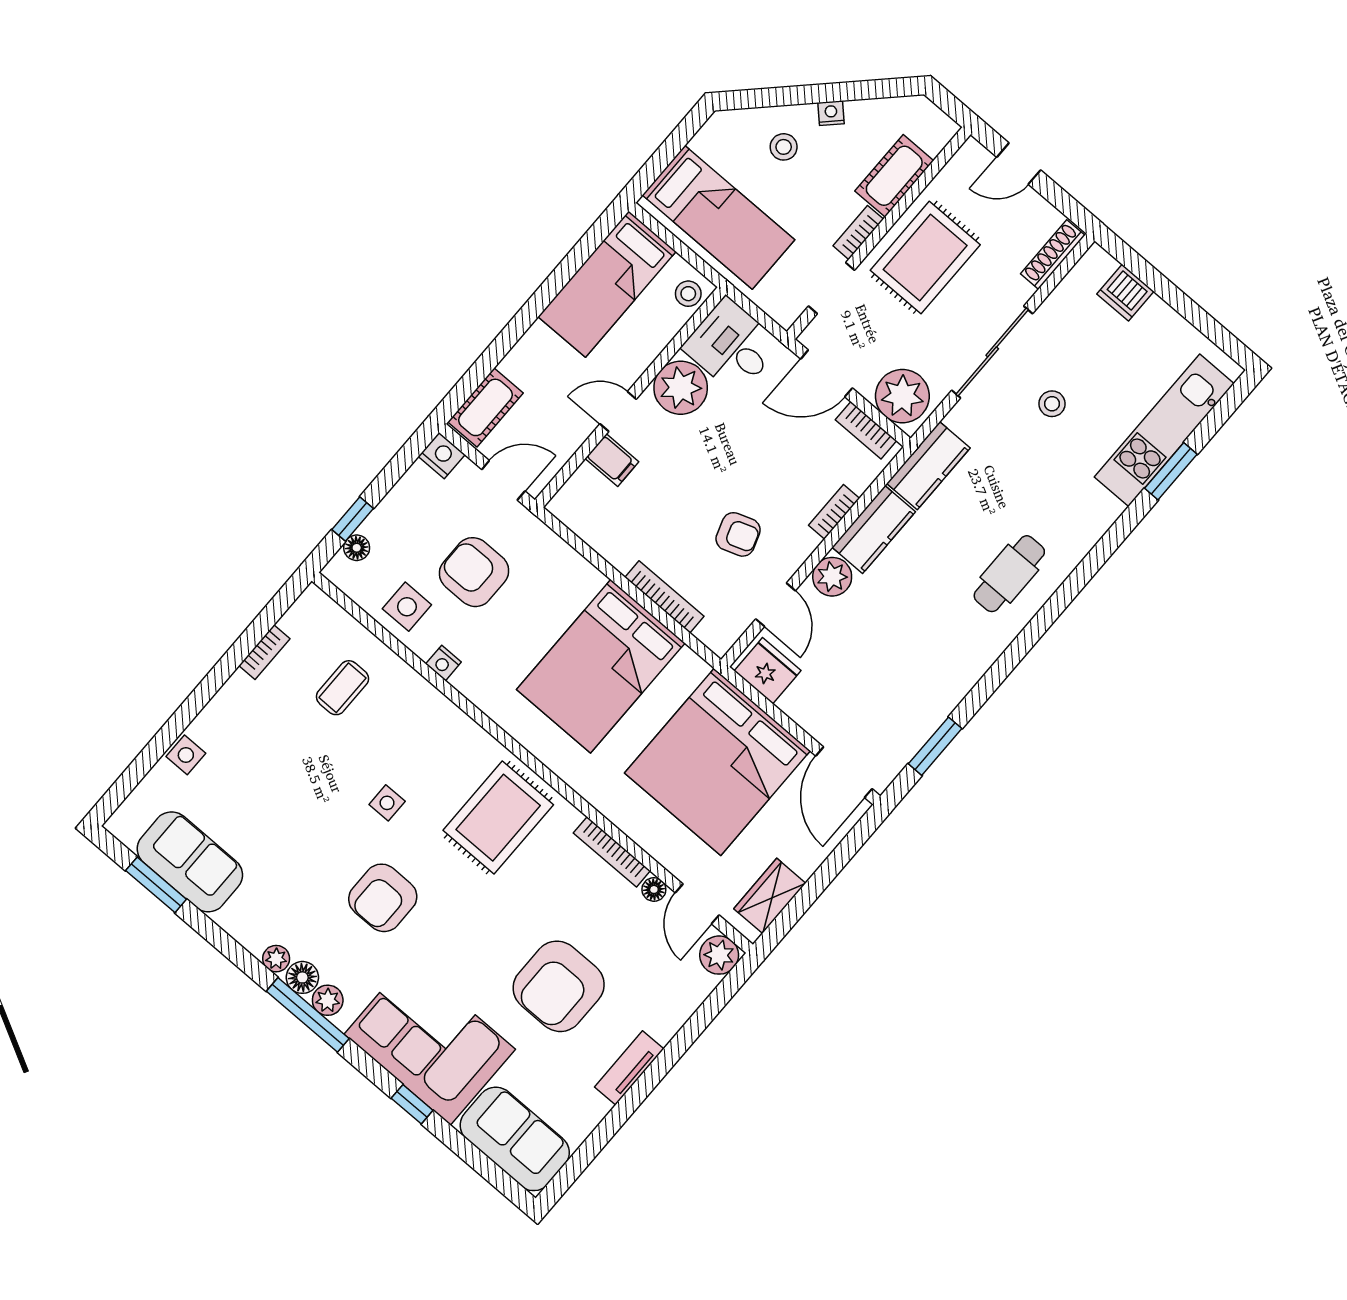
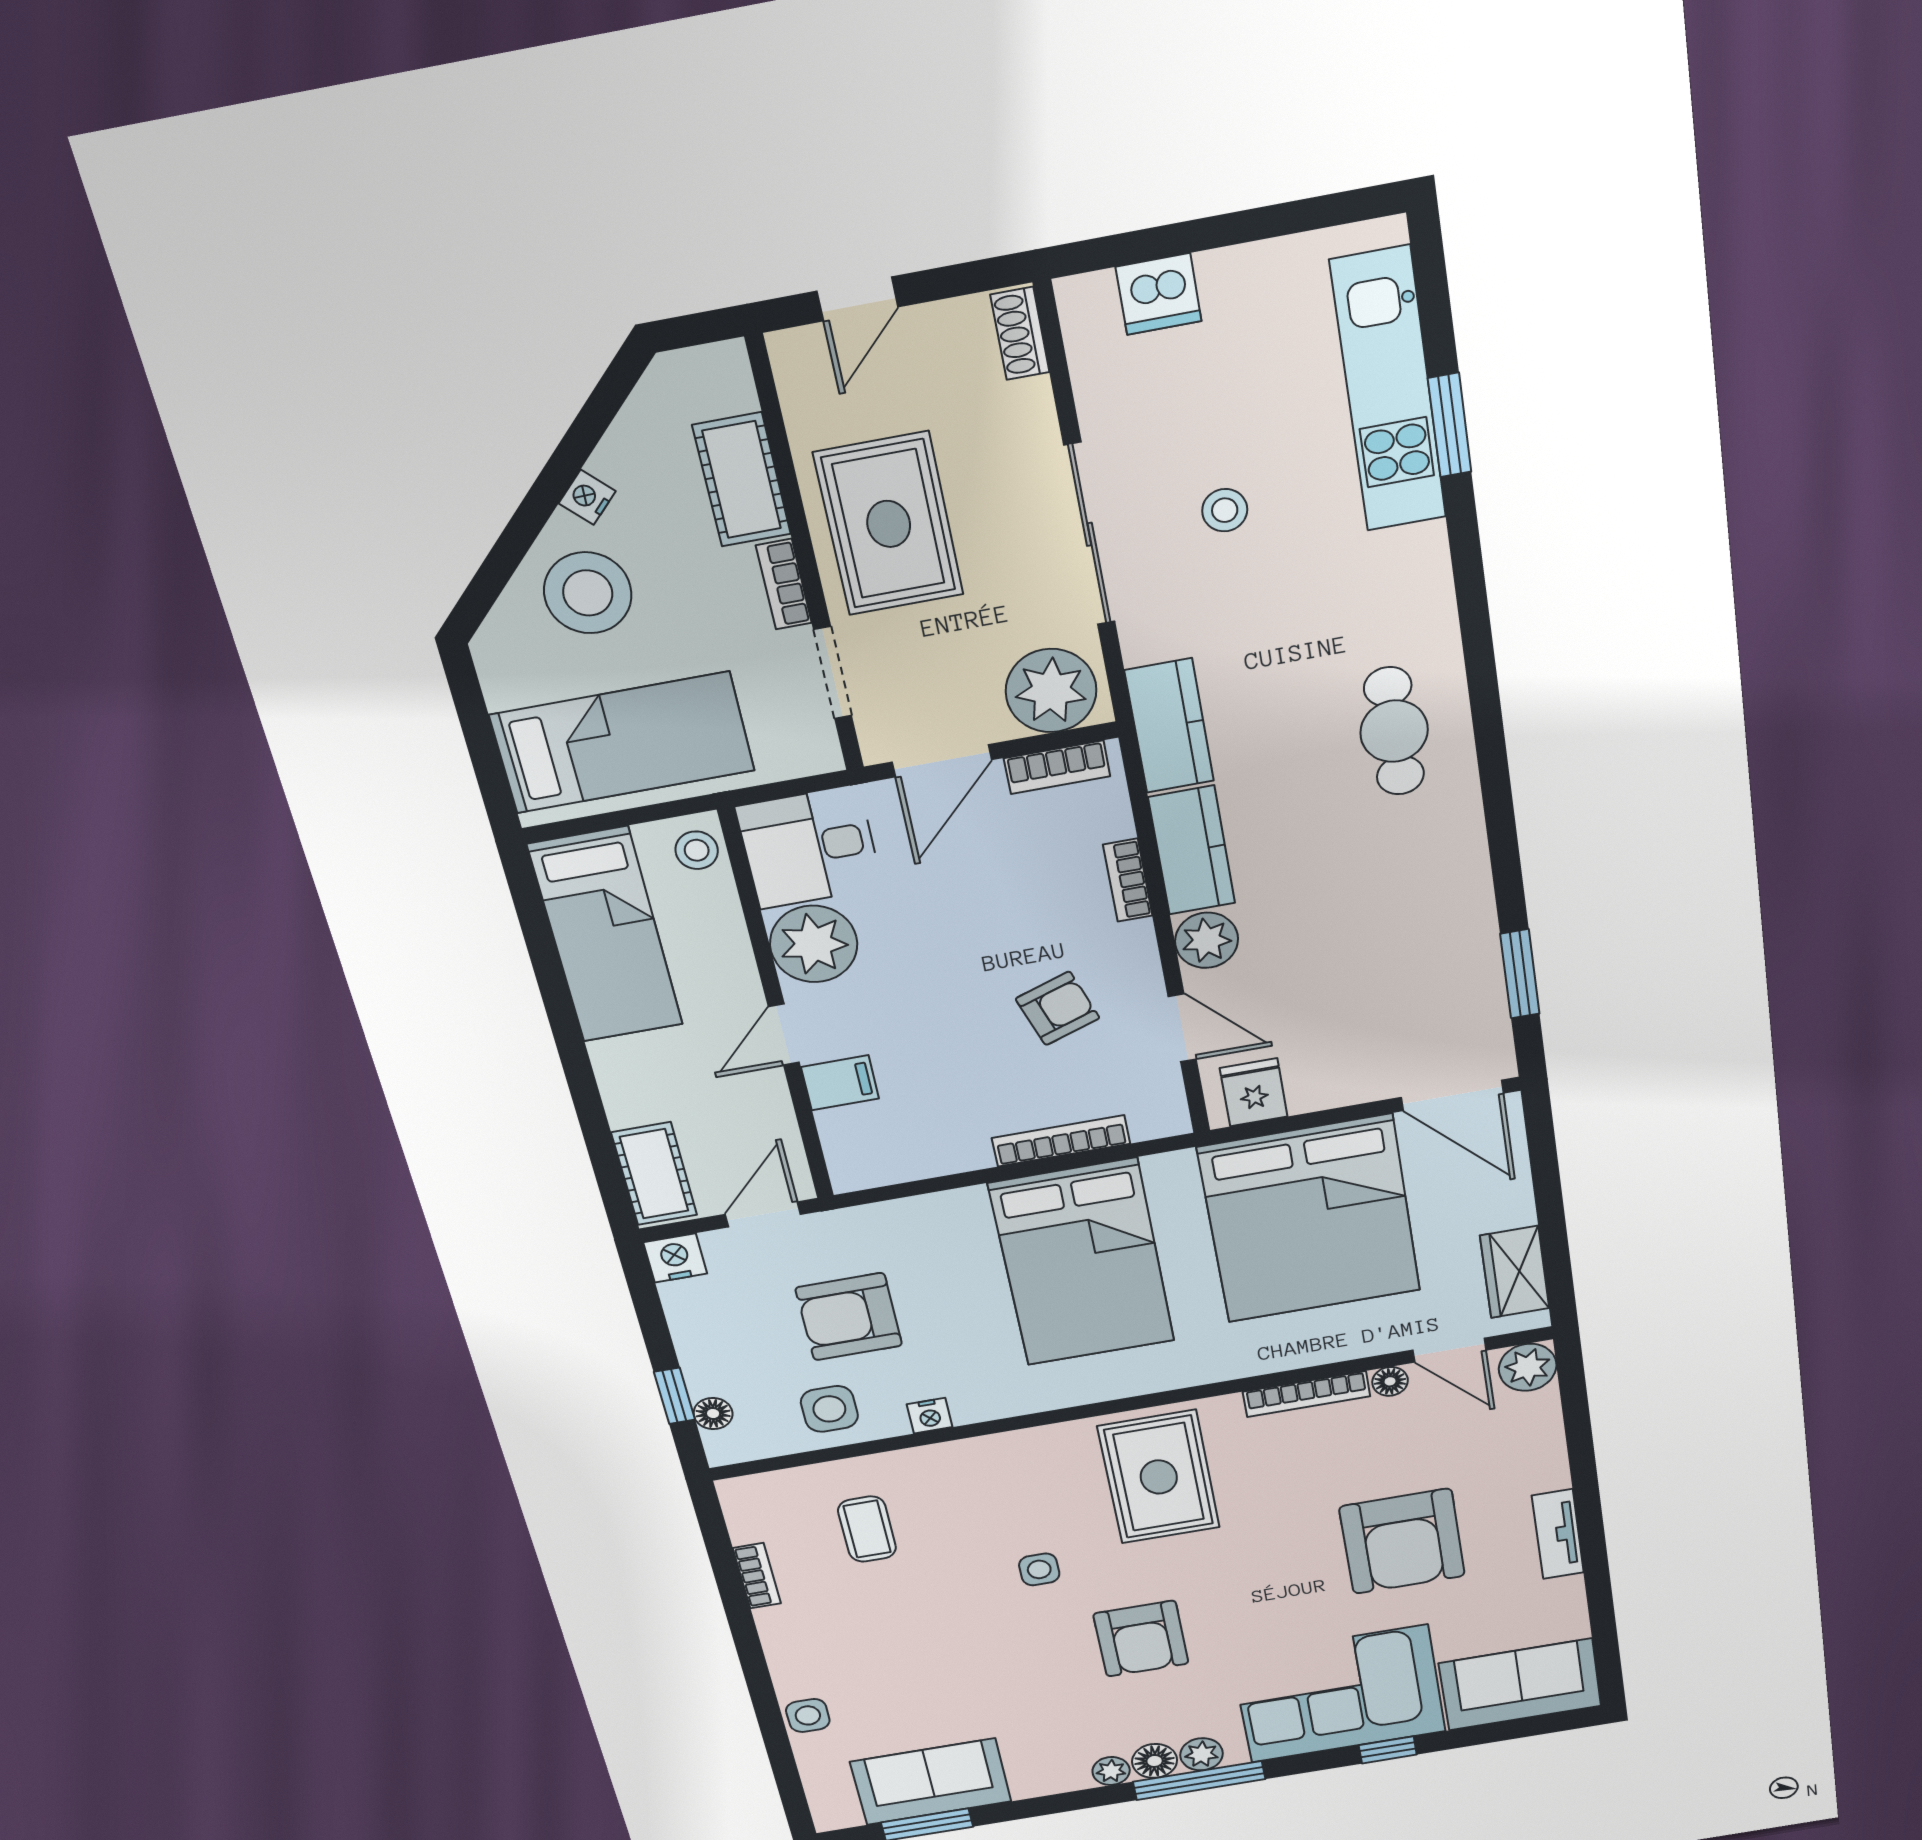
stool: (784, 147) -> (588, 593), width x1.89, depth x1.89
shoe rack: (1053, 254) -> (1020, 334), width x0.70
fridge: (768, 671) -> (1254, 1092), width x0.72

